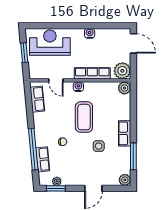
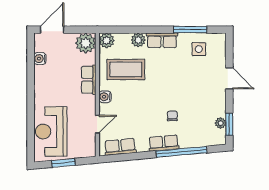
water cooler: (90, 33) -> (40, 59), moved
row of seats: (92, 73) -> (89, 80), width x0.68
coffee table: (84, 117) -> (126, 69), moved
side table: (99, 146) -> (199, 49), moved
row of seats: (43, 159) -> (164, 143), moved
plant: (125, 180) -> (138, 40), moved

